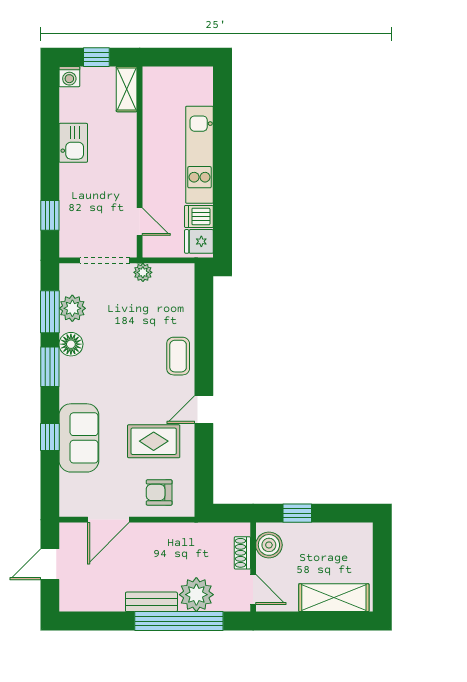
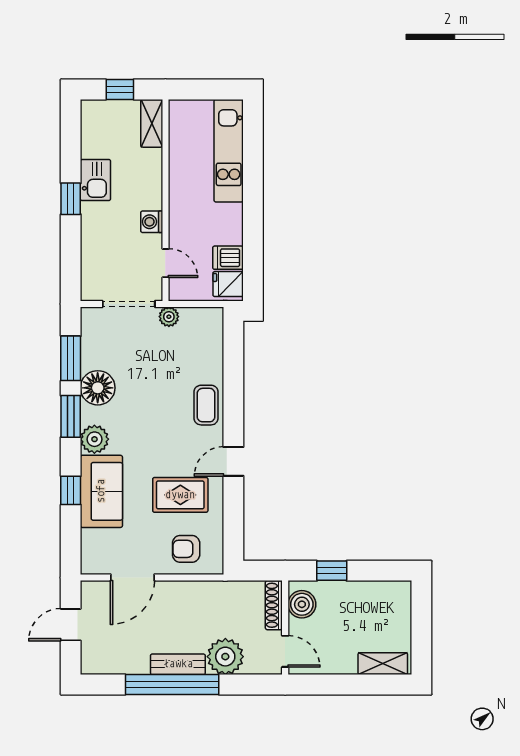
washing machine: (69, 77) -> (152, 222), moved, turned 90
kitchen unit: (200, 155) -> (229, 151), moved
window: (50, 215) -> (71, 199), moved
plant: (72, 308) -> (94, 439), moved
floor lamp: (71, 344) -> (98, 388), width x1.38, depth x1.38
shoe rack: (242, 553) -> (274, 605), width x1.43
shelving: (334, 598) -> (383, 664), width x0.67, depth x0.75
window: (179, 621) -> (172, 685), moved

